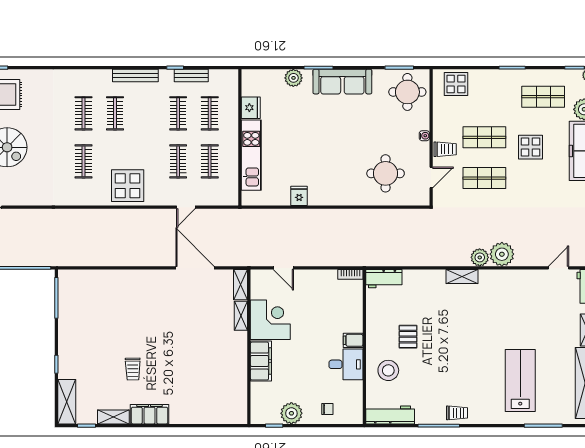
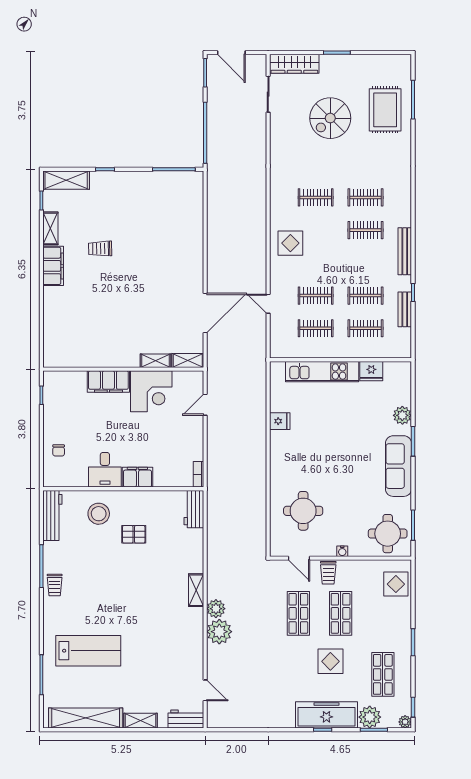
display table: (128, 186) -> (290, 243), width x0.73, depth x0.73
filing cabinet: (353, 340) -> (137, 477), width x2.00
plant: (291, 413) -> (54, 413), removed

